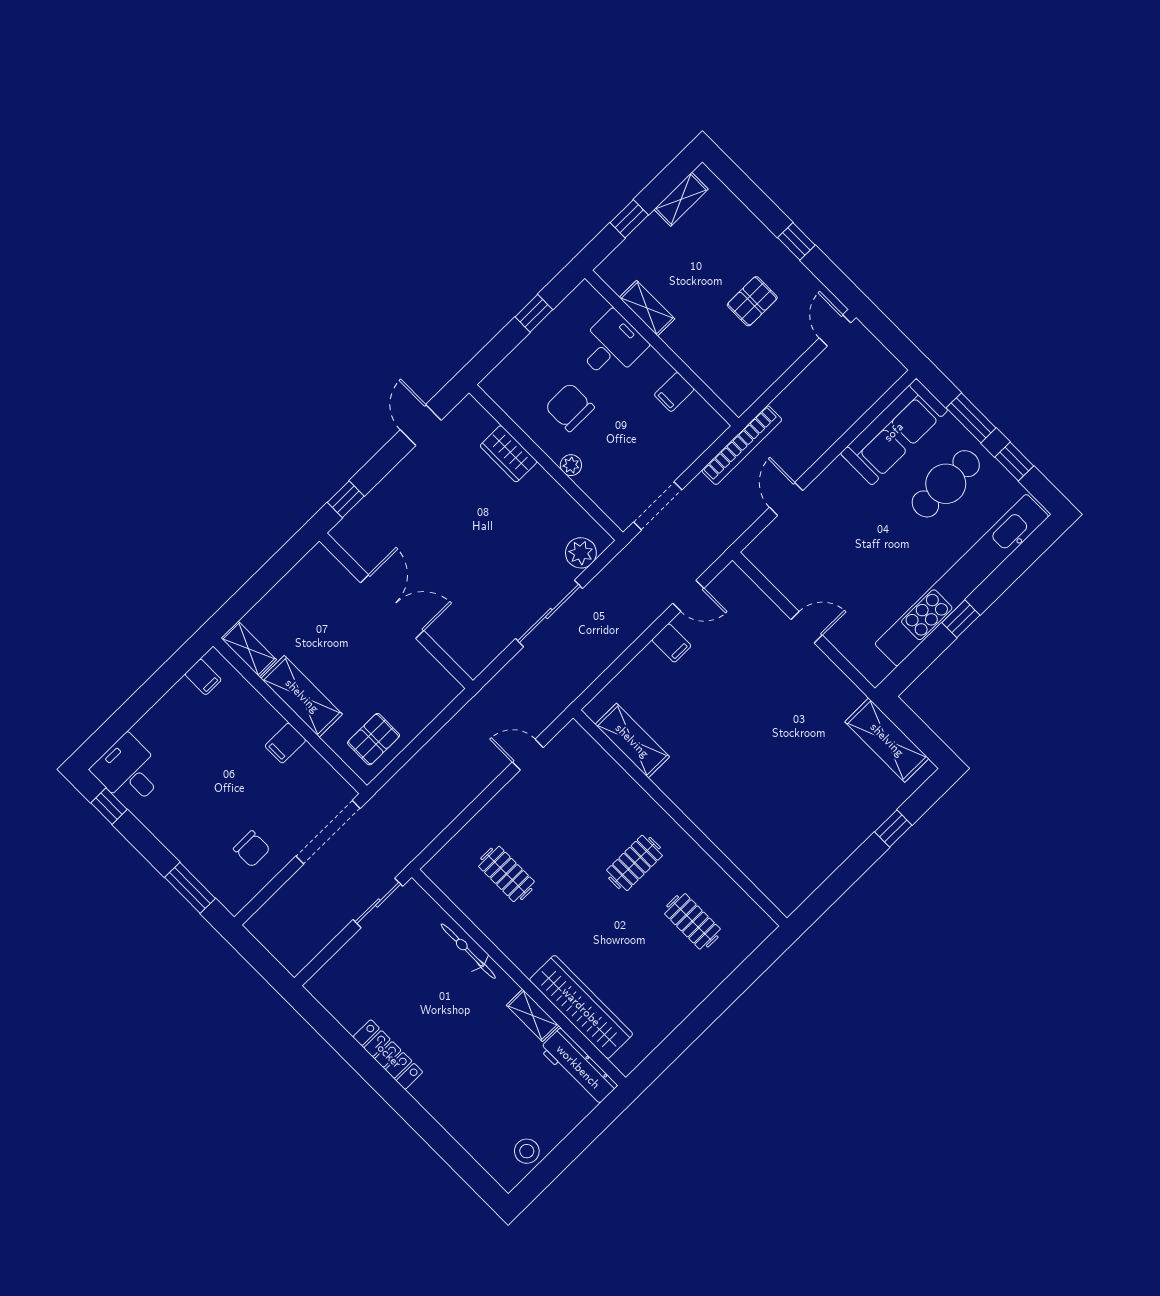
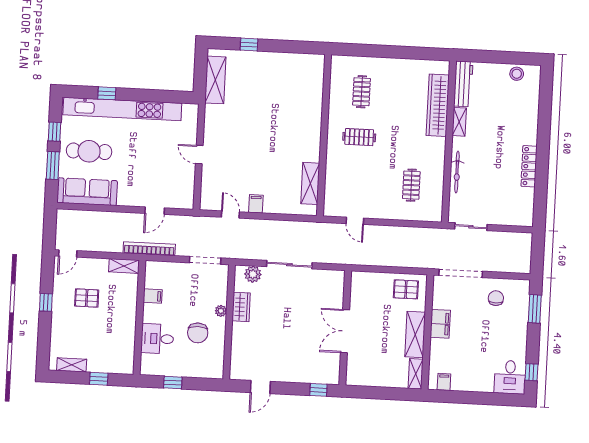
shelving: (647, 308) -> (124, 266), moved, turned 90
wardrobe: (509, 454) -> (241, 307), moved
window: (961, 619) -> (107, 93), moved
filing cabinet: (285, 743) -> (440, 324), width x2.00

